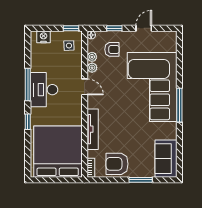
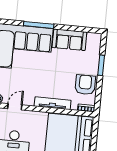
sofa: (166, 159) -> (69, 40), moved
armchair: (117, 164) -> (85, 85), turned 180

